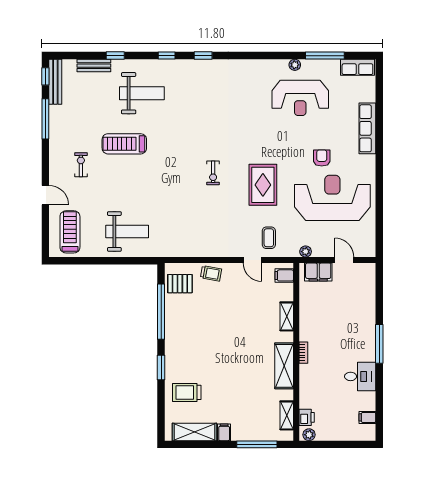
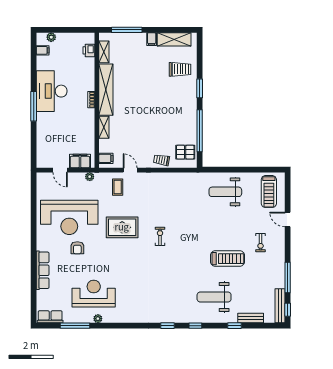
rug: (263, 185) -> (122, 227), turned 90
shelving: (284, 366) -> (106, 90), width x1.47
desk: (360, 376) -> (52, 91), width x1.87, depth x1.30
plant: (309, 435) -> (51, 37), moved

